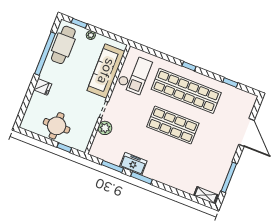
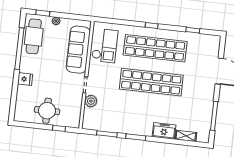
shop shelf: (173, 125) -> (151, 82), width x1.40
freezer: (133, 164) -> (164, 131), moved
shelving: (206, 195) -> (186, 136), moved

